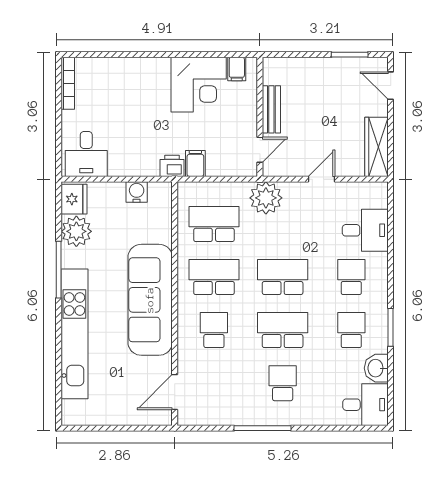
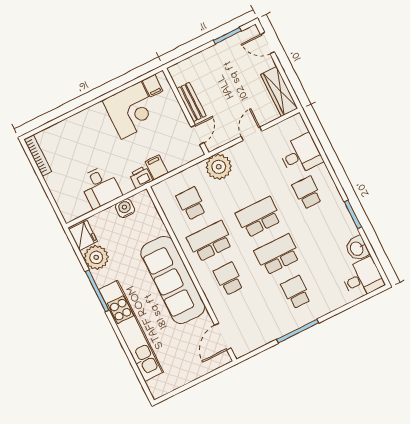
desk: (86, 154) -> (100, 187), moved
school desk: (214, 224) -> (191, 204), width x0.54
school desk: (351, 330) -> (326, 230), removed

